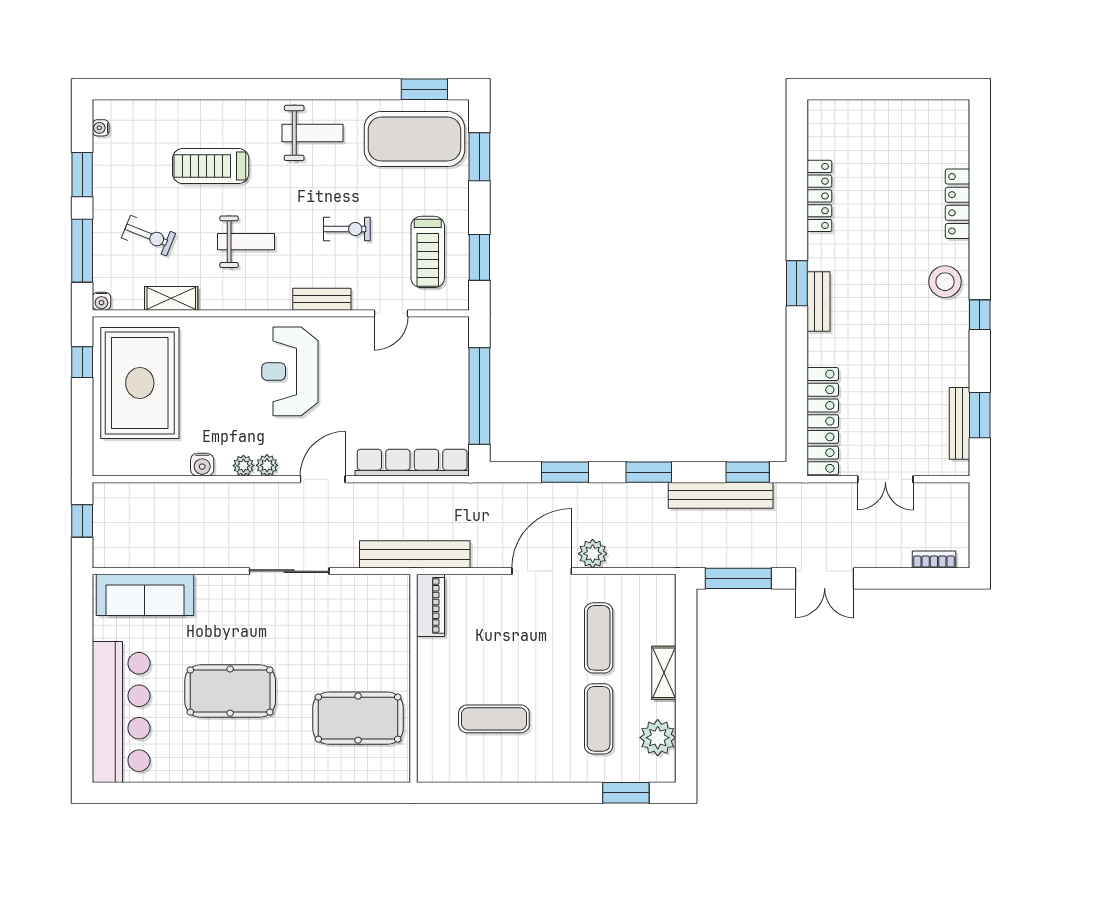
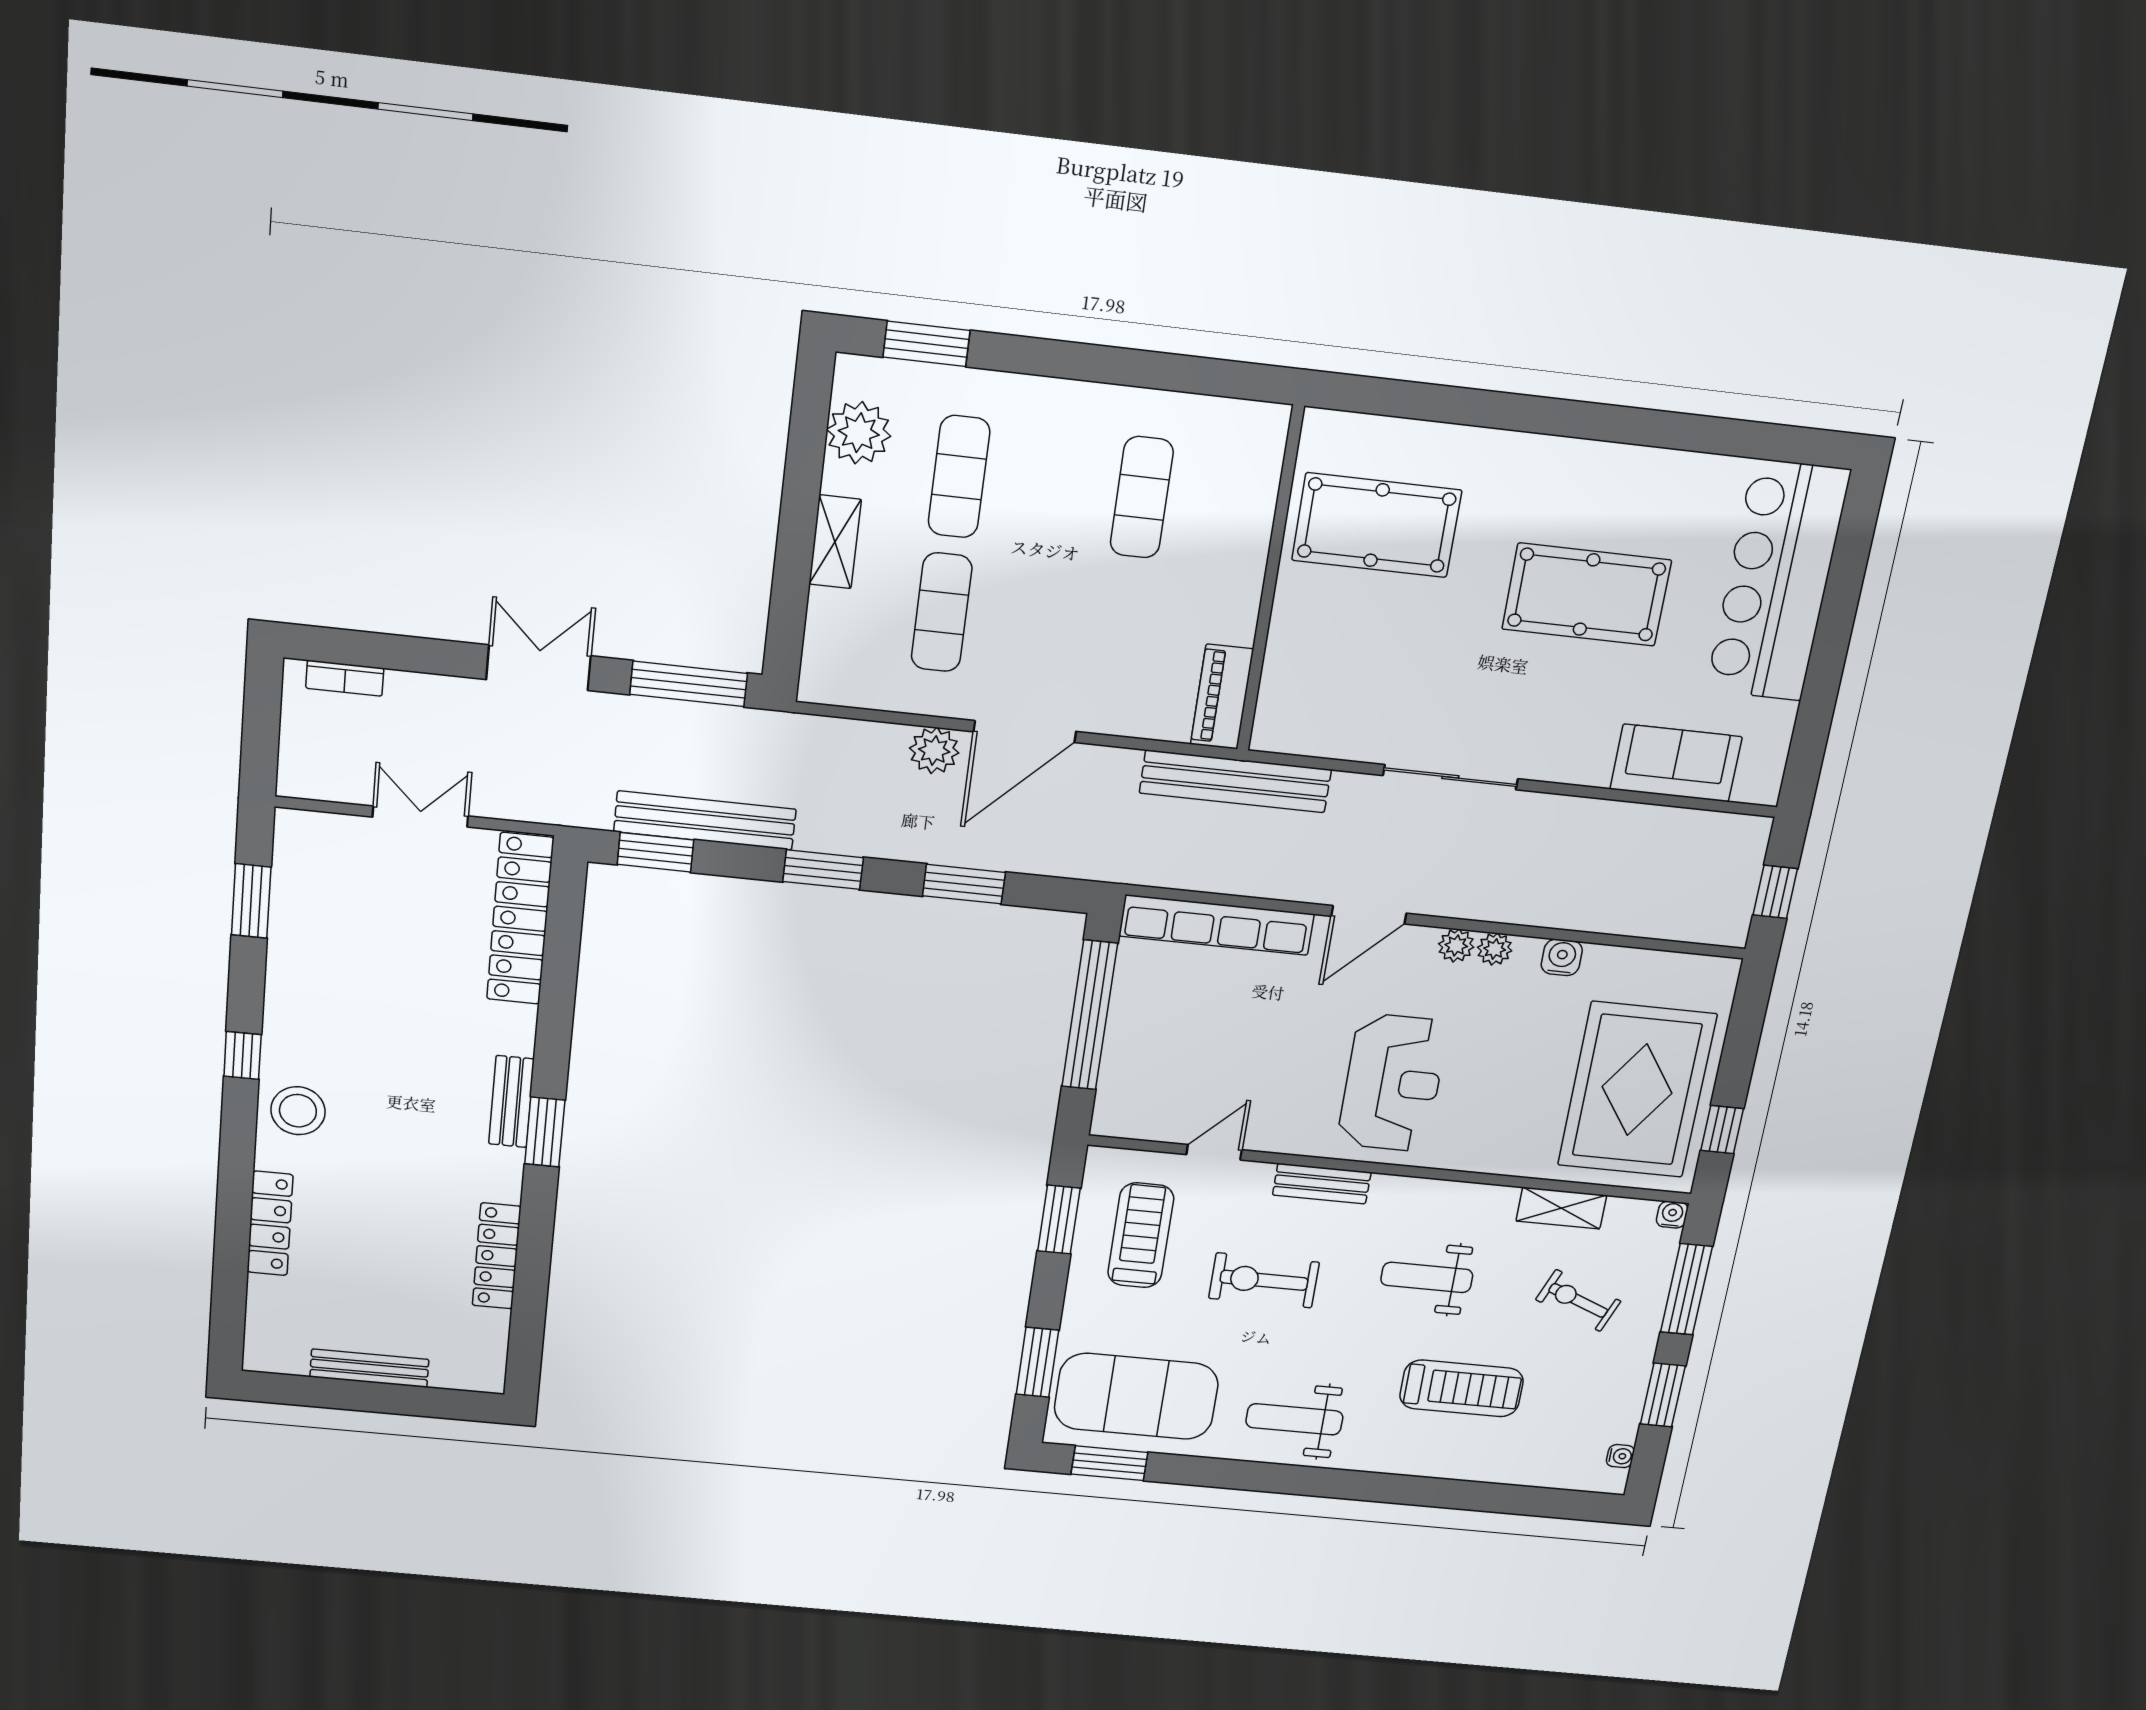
exercise bike: (347, 229) -> (1264, 1280), width x1.38, depth x1.39
bench: (959, 423) -> (369, 1368), moved, turned 90
sofa: (145, 595) -> (1676, 763), width x0.73
exercise mat: (494, 719) -> (1142, 497), turned 90

